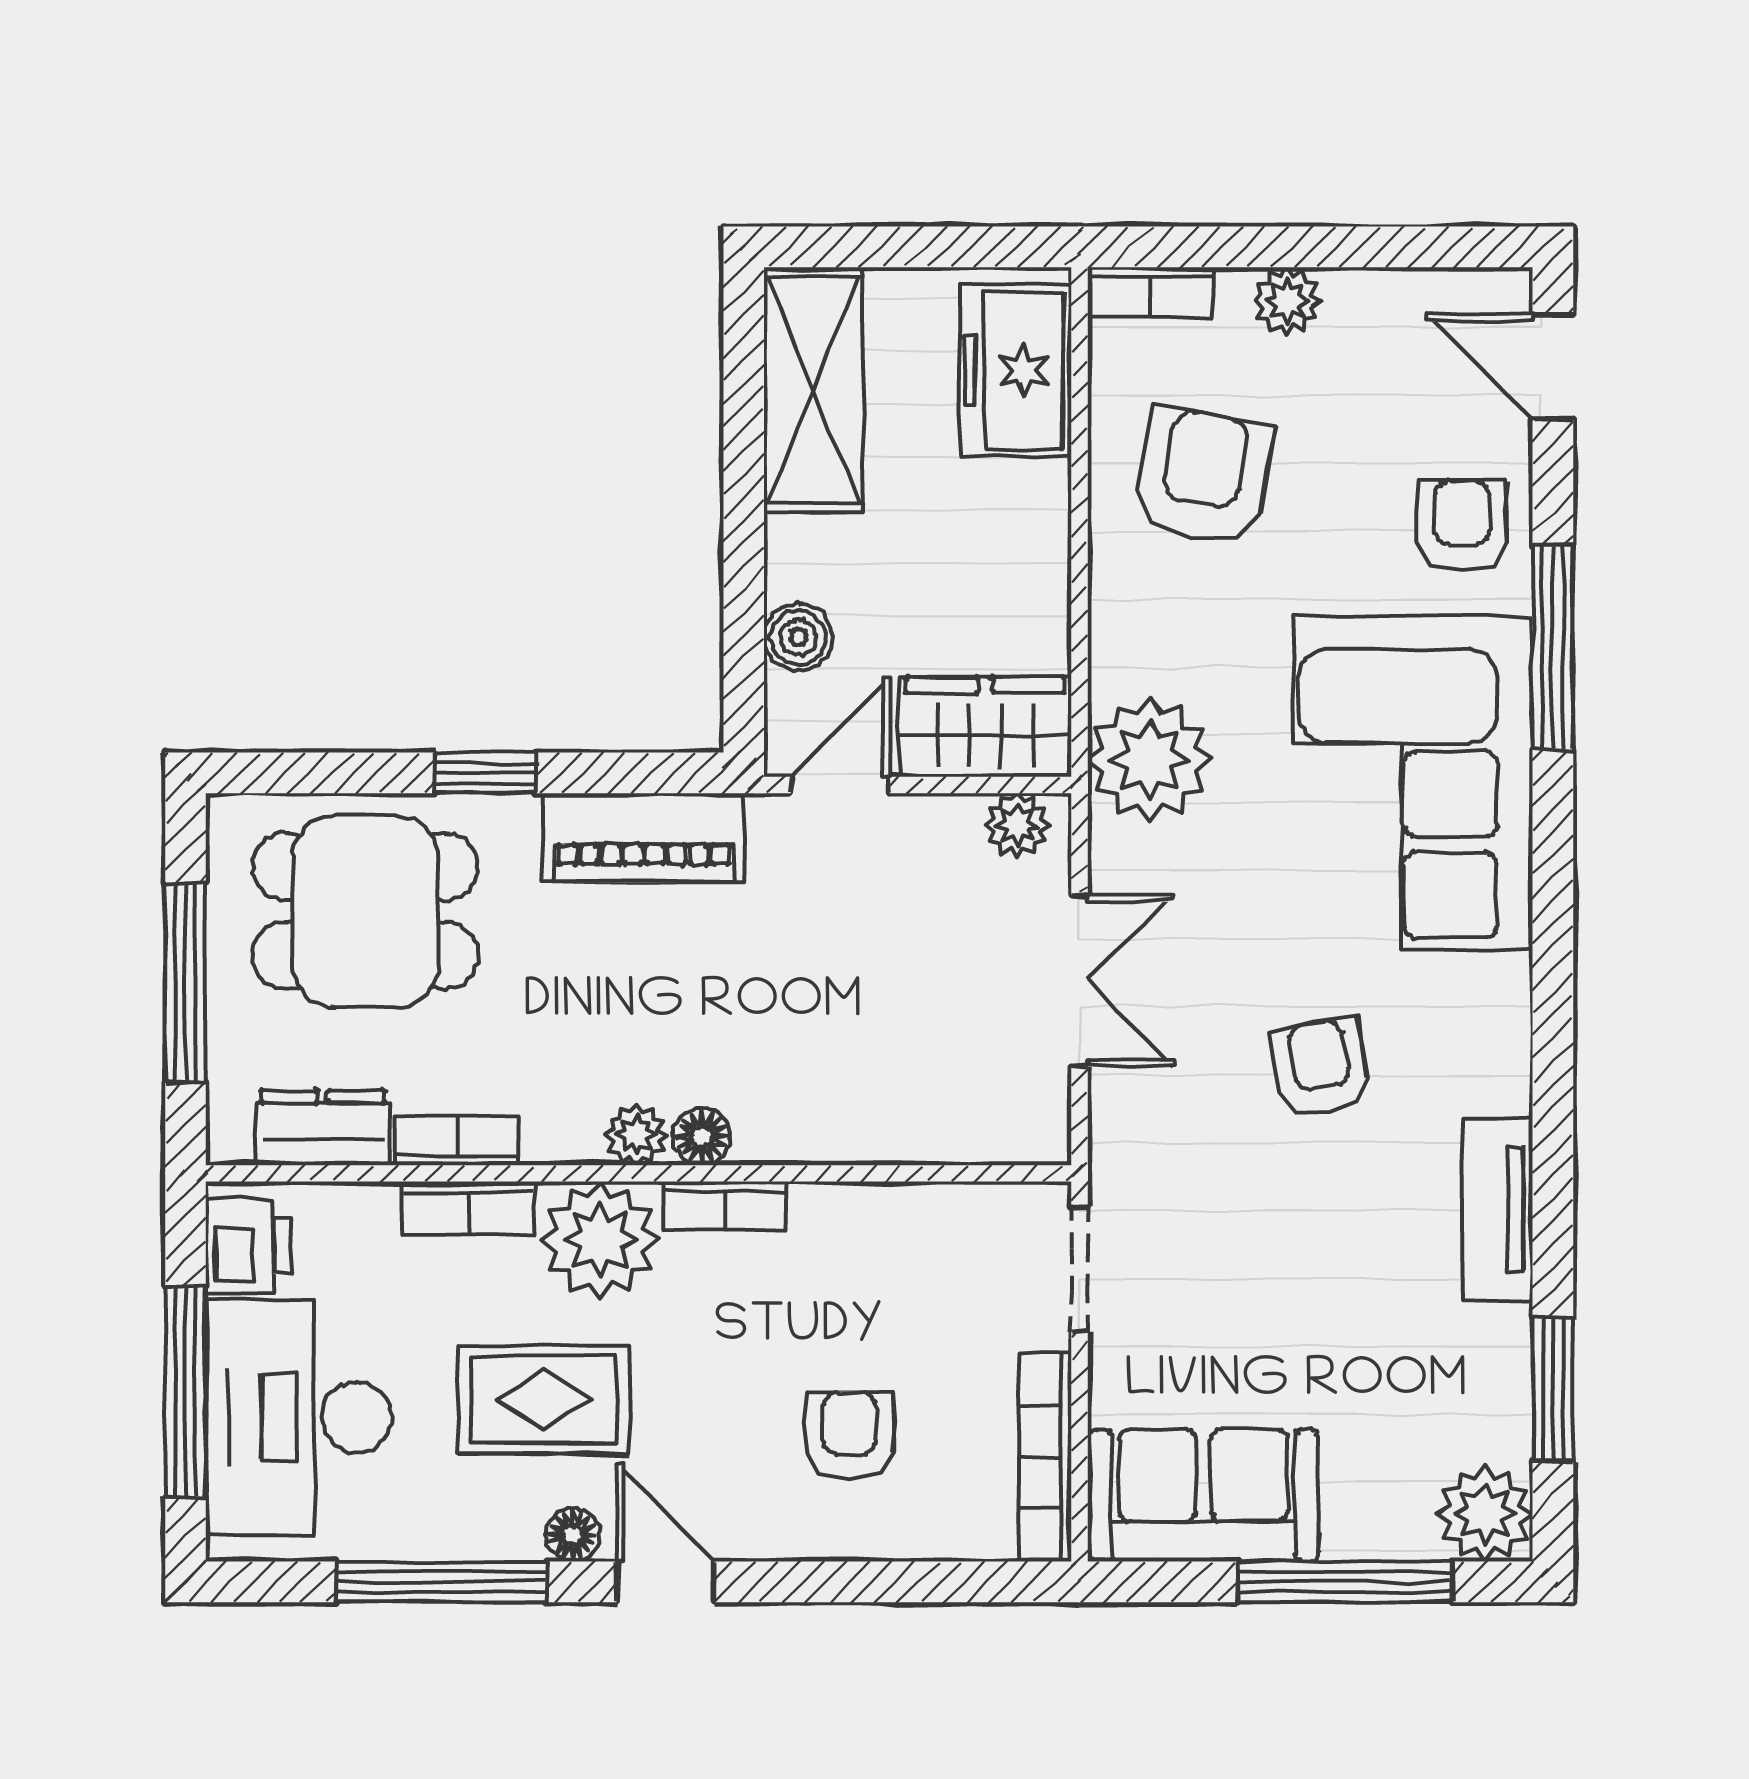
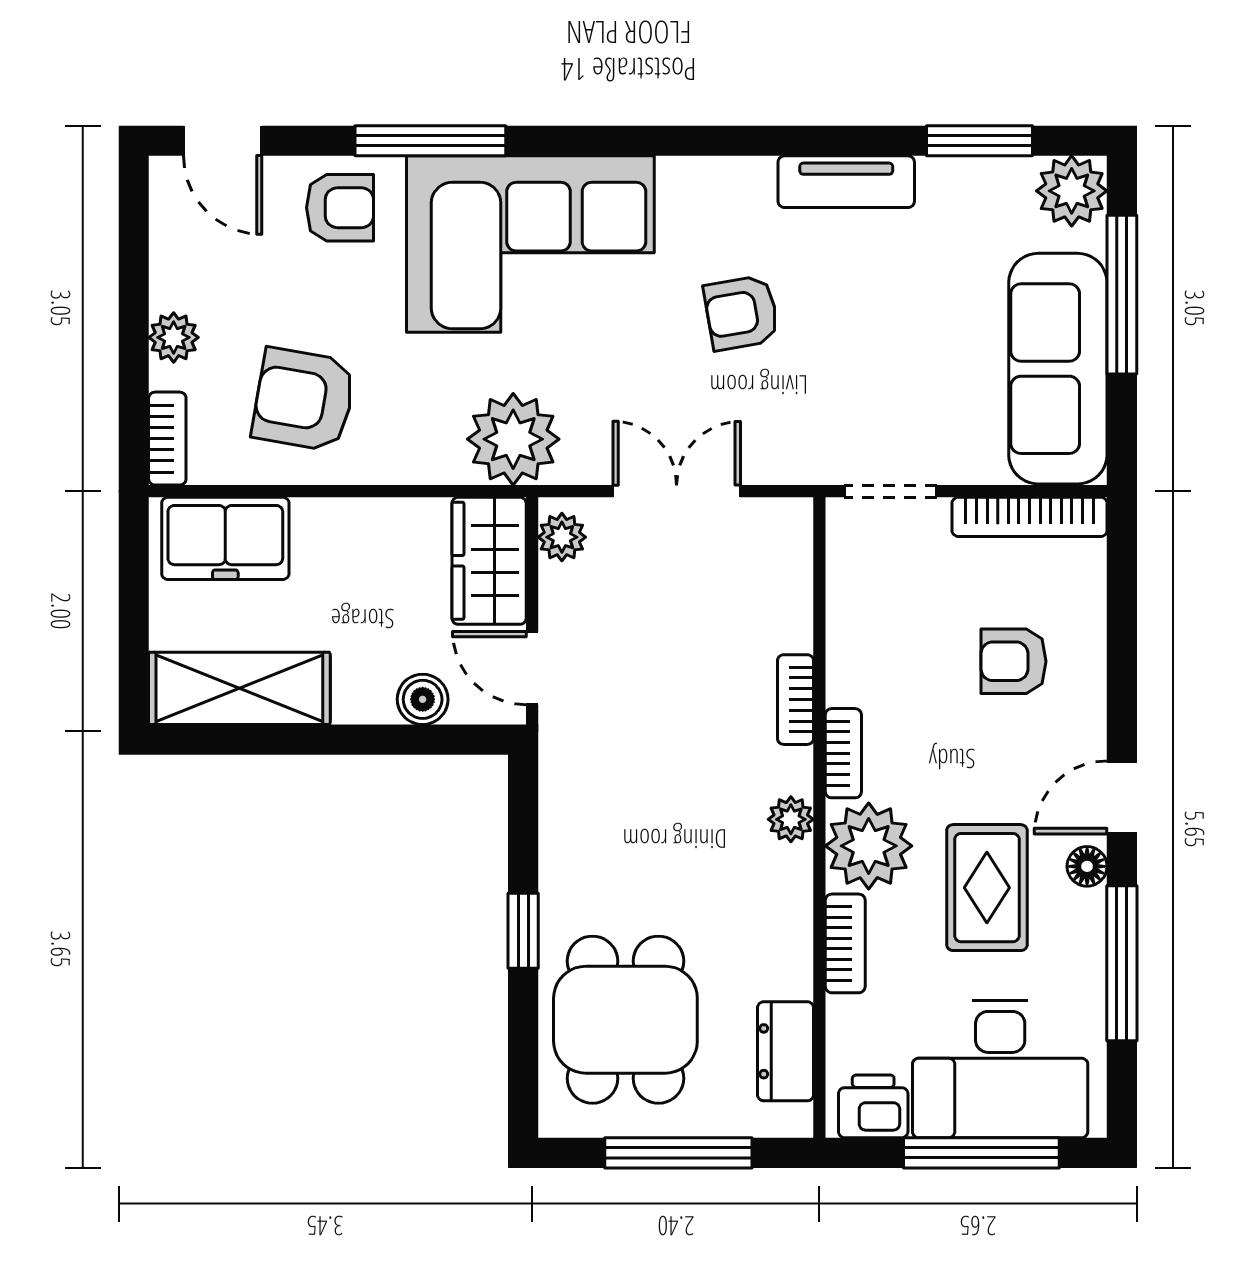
door: (1553, 367) -> (223, 141), hinge flipped
armchair: (1462, 526) -> (340, 208), turned 180
piano: (644, 838) -> (571, 814), removed
floor lamp: (702, 1137) -> (792, 771), removed
bookcase: (457, 1141) -> (795, 700), moved
sofa: (1204, 1495) -> (1058, 369), width x1.36

